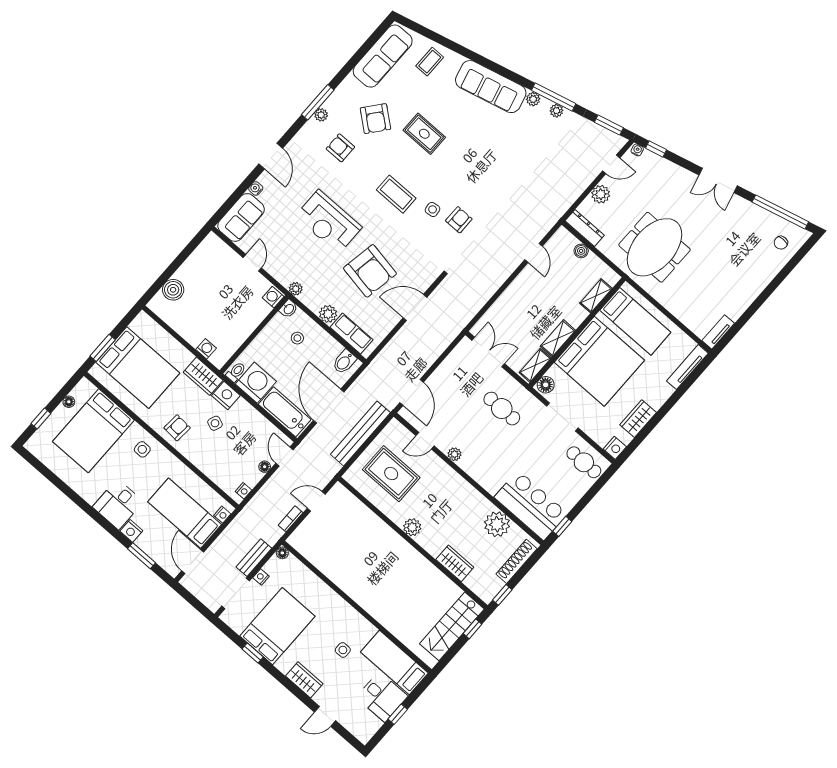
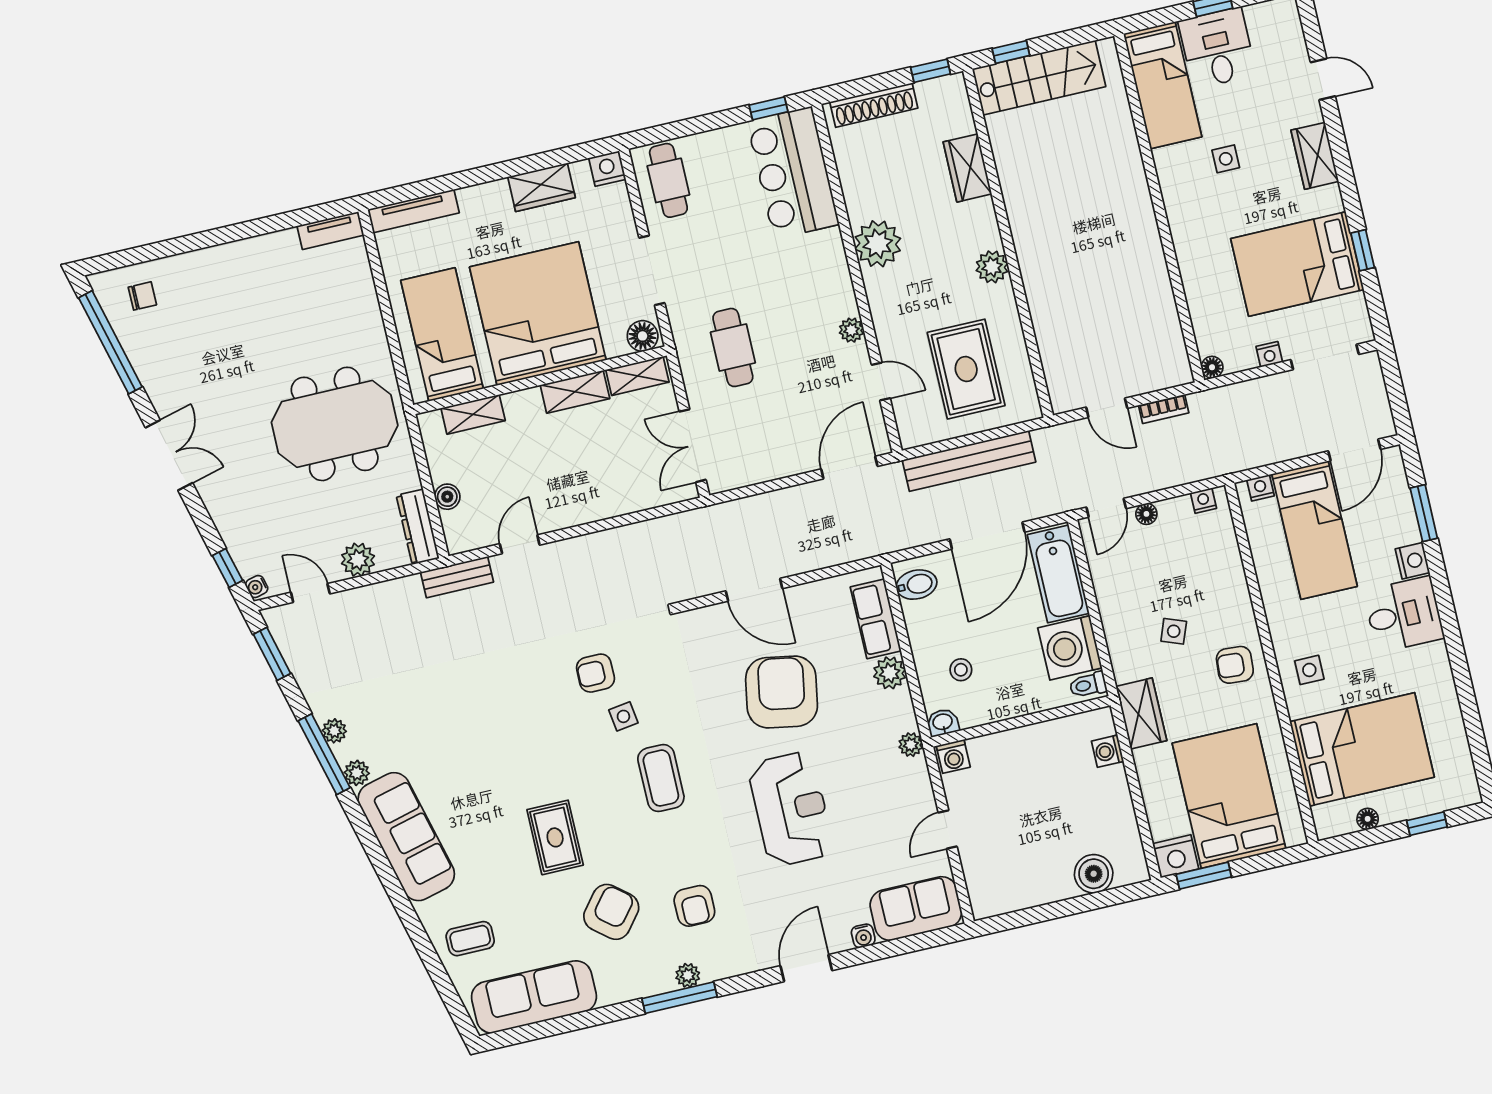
window: (103, 348) -> (1204, 876), moved
nightstand: (226, 395) -> (1176, 856), moved, turned -90
plant: (497, 524) -> (878, 244), moved
bench: (254, 558) -> (457, 577), moved

